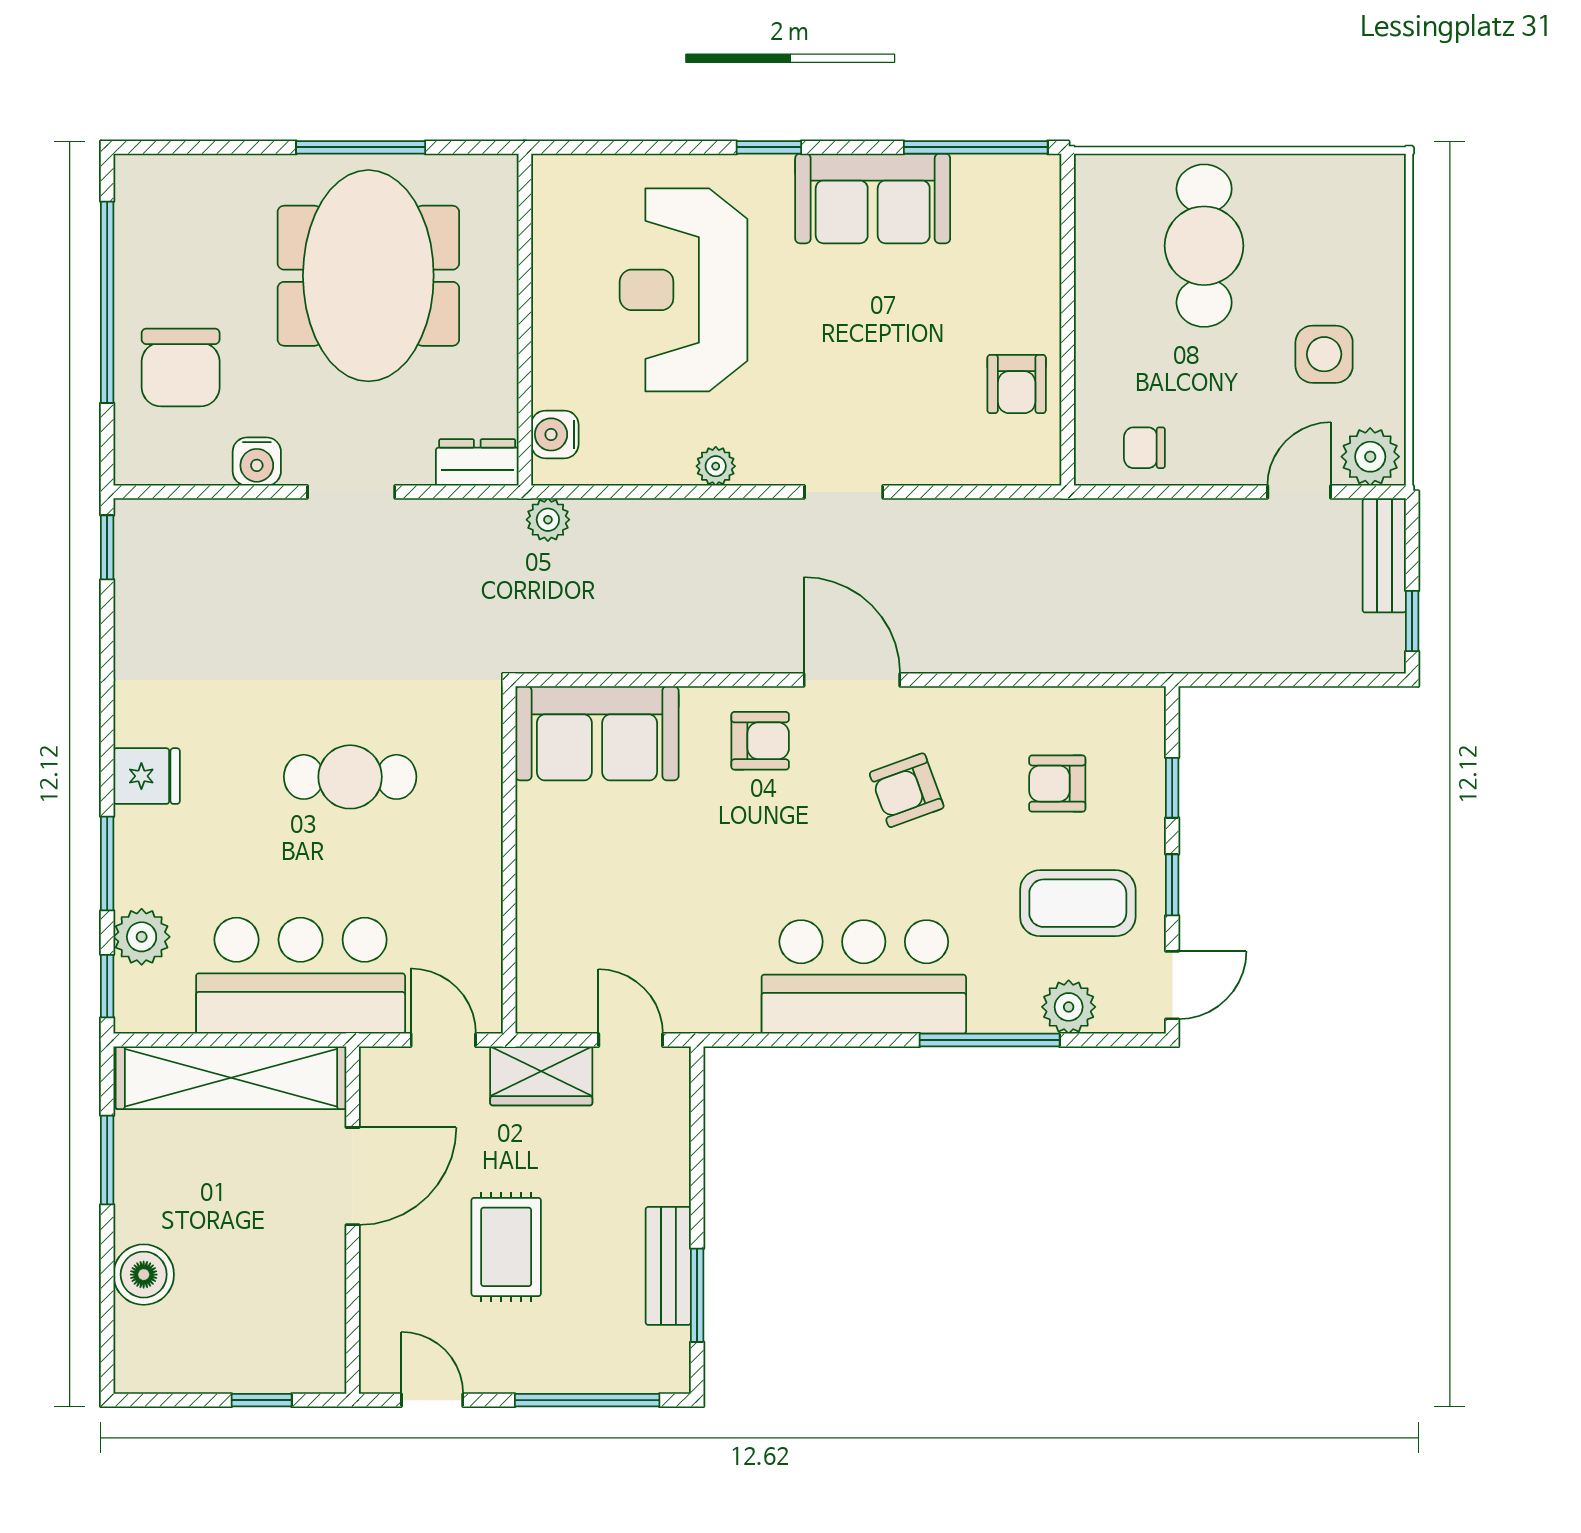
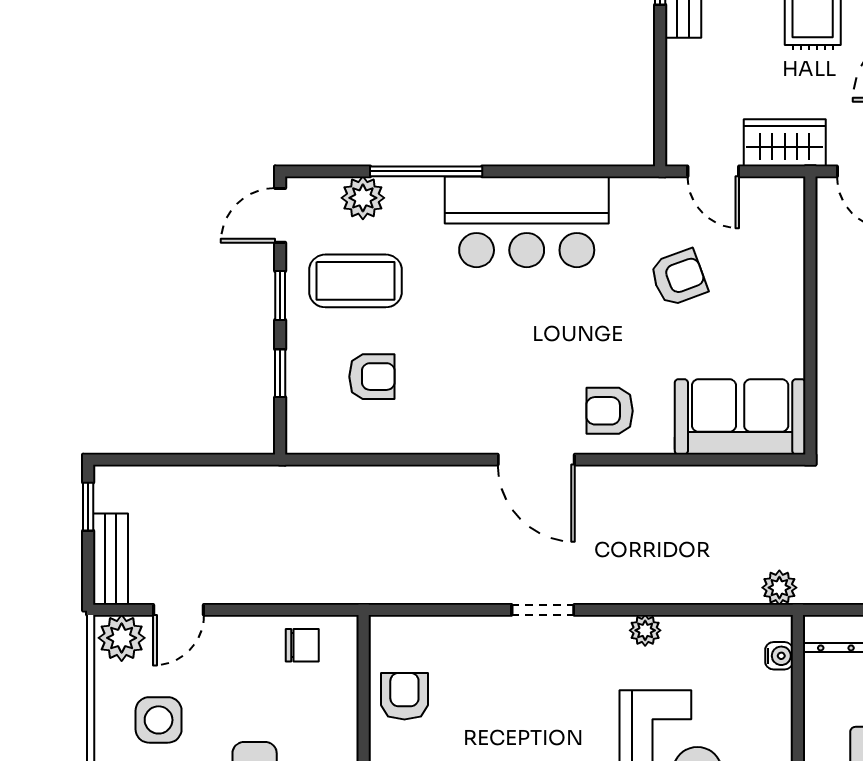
water cooler: (555, 434) -> (779, 656), width x0.72, depth x0.72
armchair: (907, 790) -> (679, 278), moved

